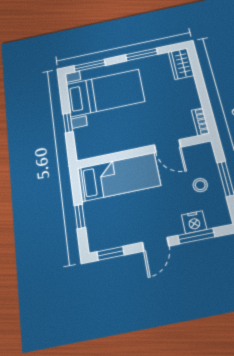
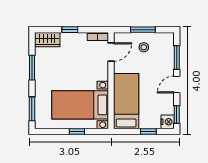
window: (201, 86) -> (70, 30), added
bed with nightstands: (105, 93) -> (80, 105), moved, turned -90
door: (167, 146) -> (111, 52), moved
nightstand: (194, 222) -> (168, 122), moved
door: (156, 244) -> (177, 85), swing flipped

